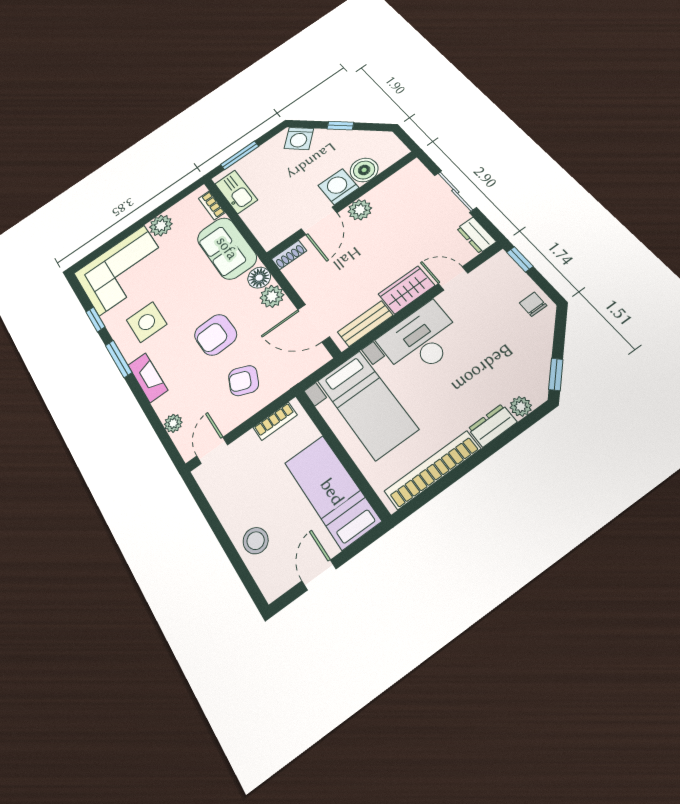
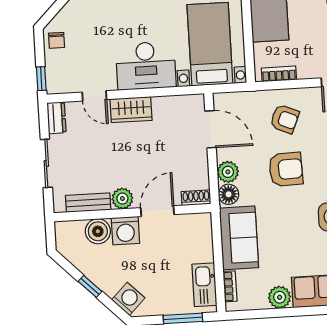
bench: (365, 324) -> (88, 203), moved

